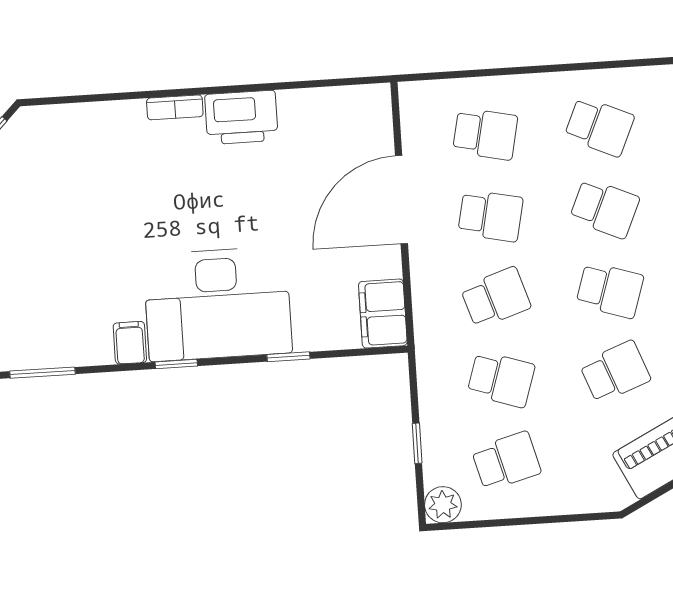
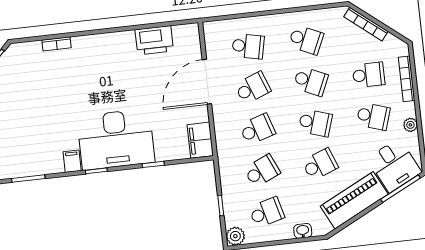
bookcase: (175, 107) -> (56, 44), moved
printer: (241, 117) -> (154, 40), moved
school desk: (490, 216) -> (253, 88), turned -33
school desk: (501, 379) -> (262, 171), turned -42
washbasin: (575, 501) -> (303, 231), added

